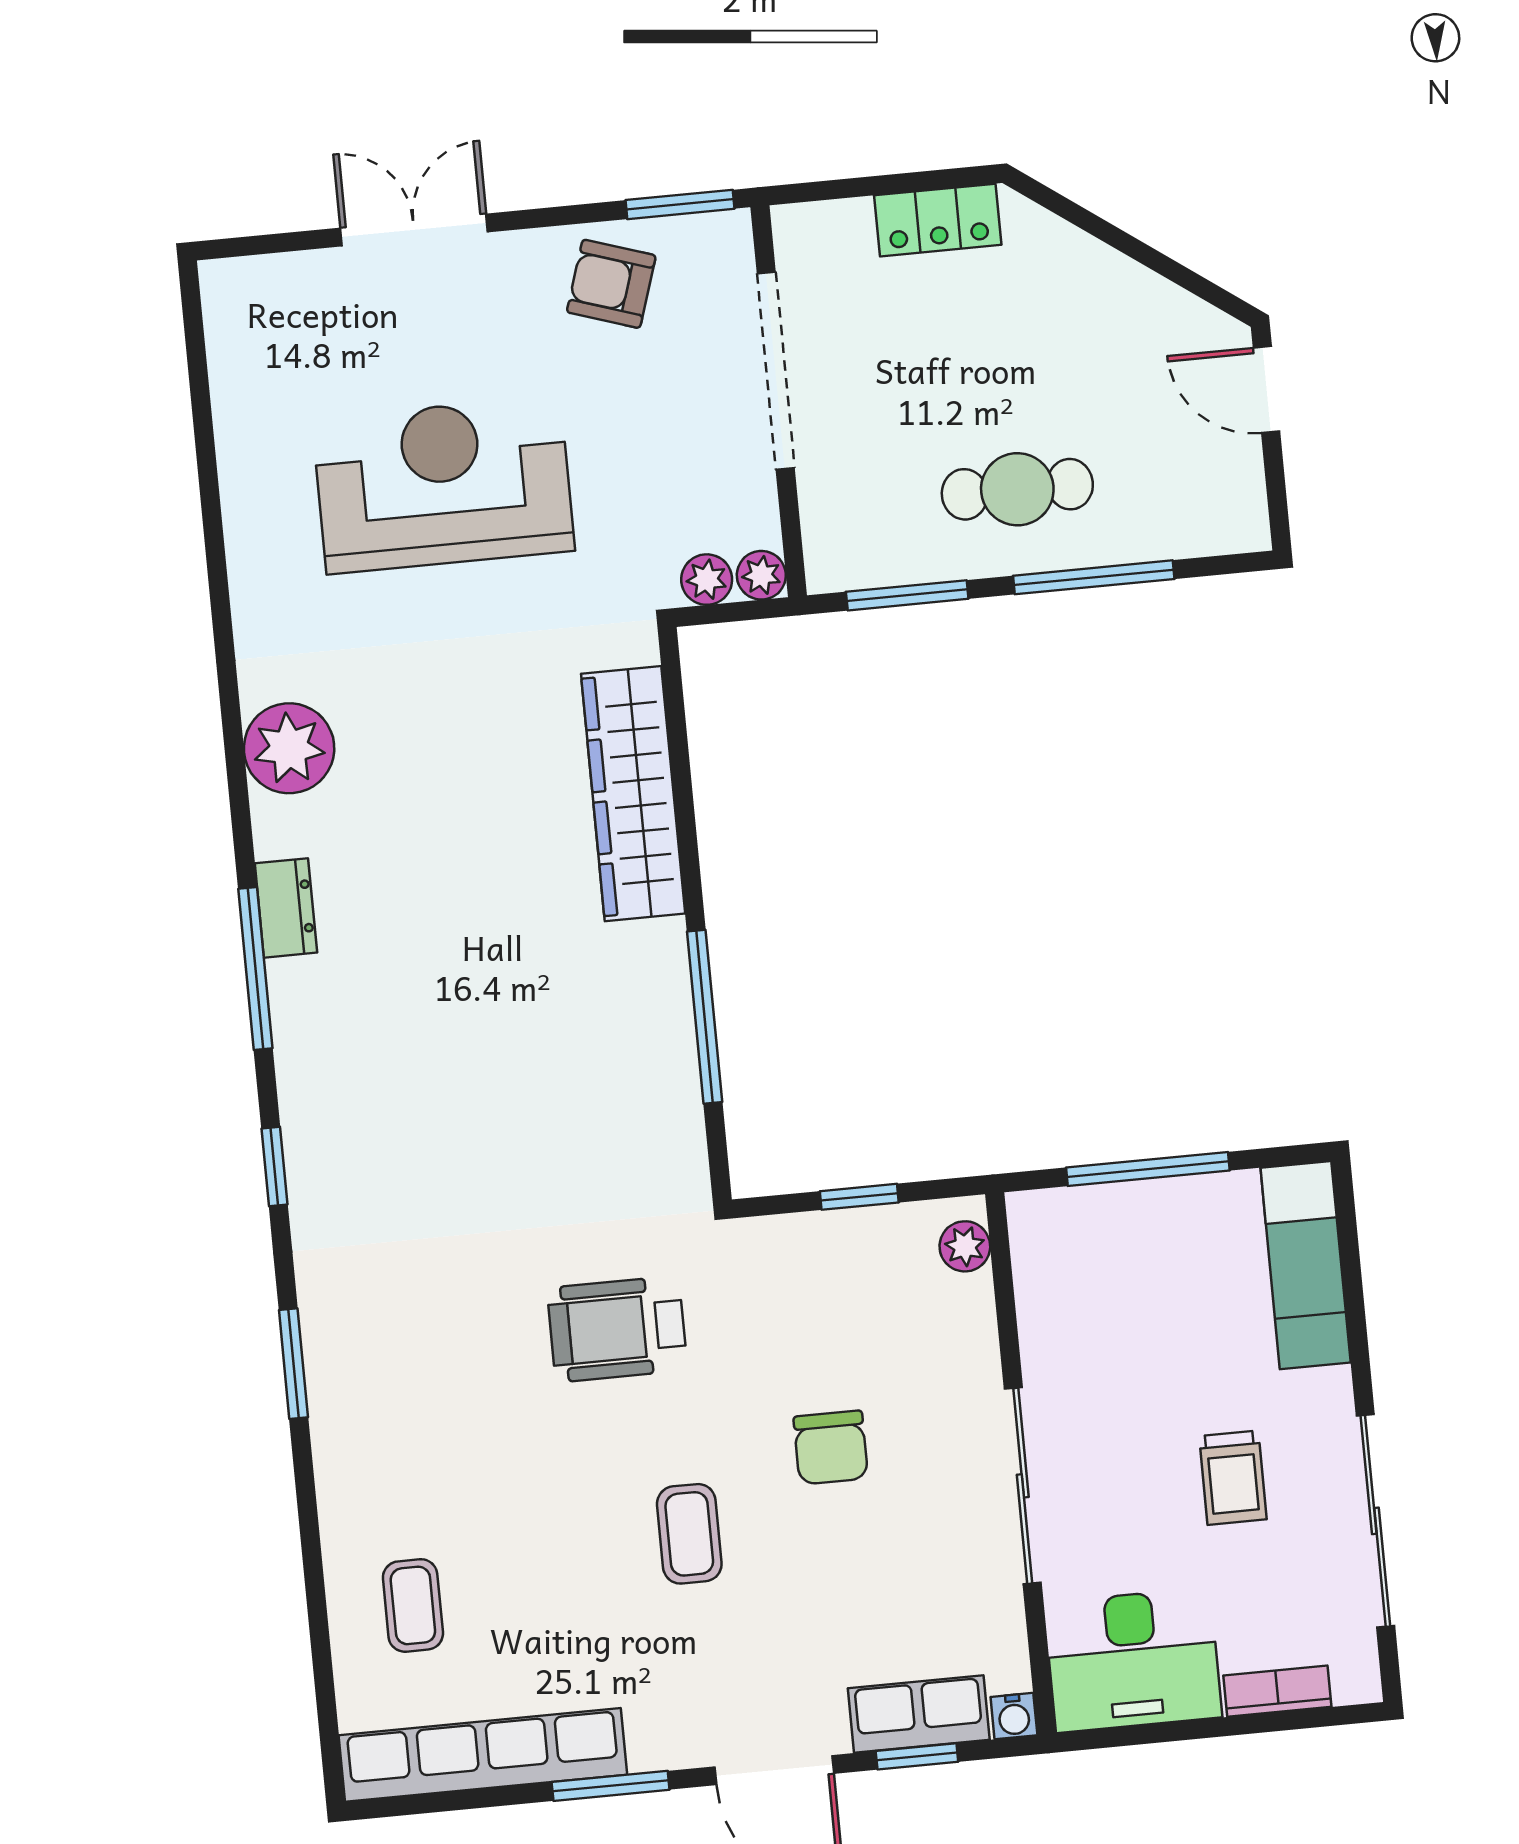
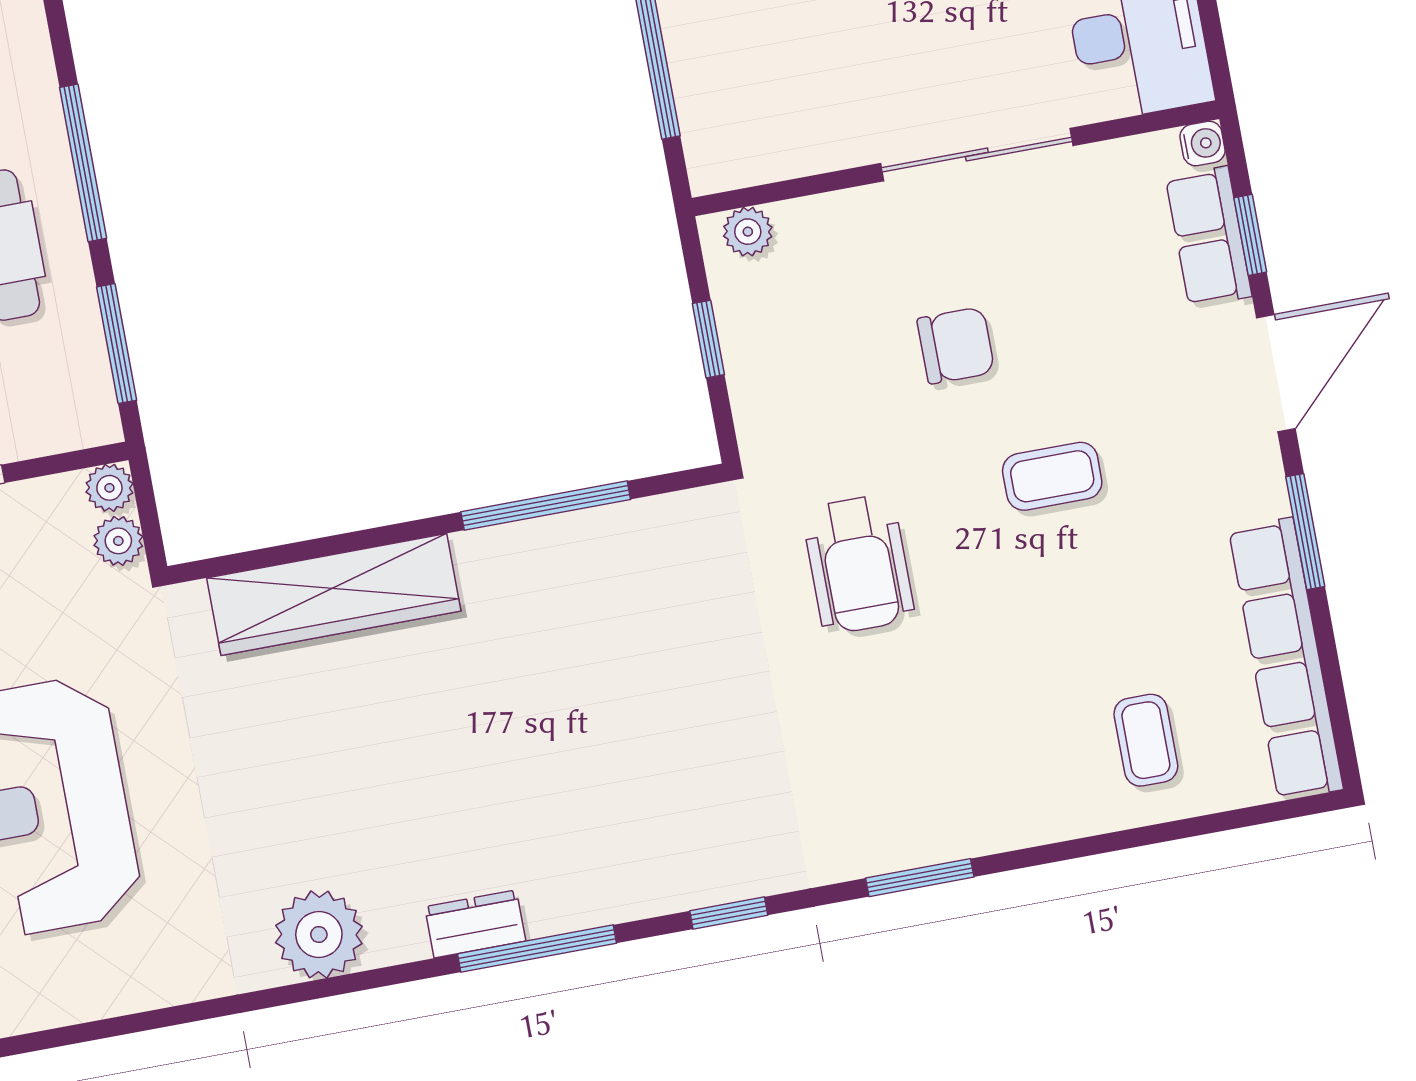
coffee table: (413, 1605) -> (1146, 740), turned 90

